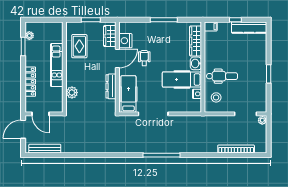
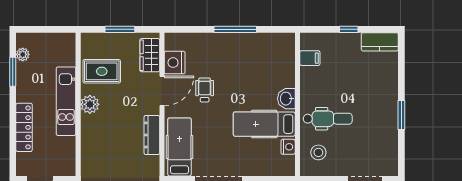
filing cabinet: (211, 26) -> (310, 58), moved
kitchen counter: (249, 28) -> (380, 42), width x0.67
wardrobe: (196, 41) -> (286, 63), removed
rug: (79, 46) -> (102, 71), turned 90
plant: (72, 93) -> (90, 104), moved

